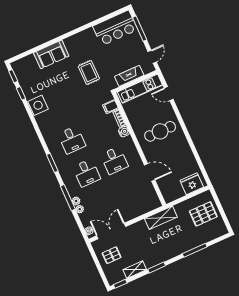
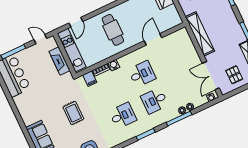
rug: (89, 72) -> (73, 113), moved, turned 90
desk: (87, 173) -> (155, 101), turned 180
shelving: (161, 218) -> (200, 34), width x1.47

